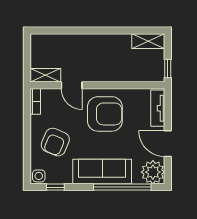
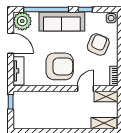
shelving: (148, 41) -> (104, 123), moved
door: (72, 85) -> (86, 89), hinge flipped
armchair: (105, 114) -> (60, 66), turned 180
window: (55, 187) -> (85, 9), moved

